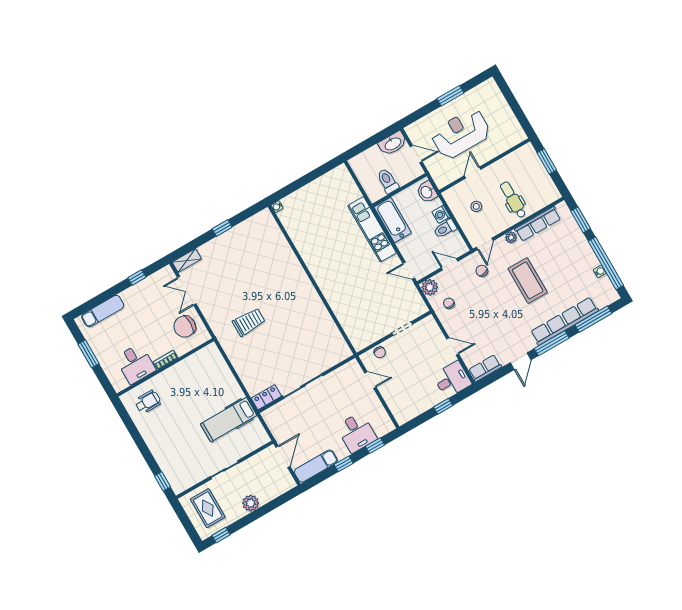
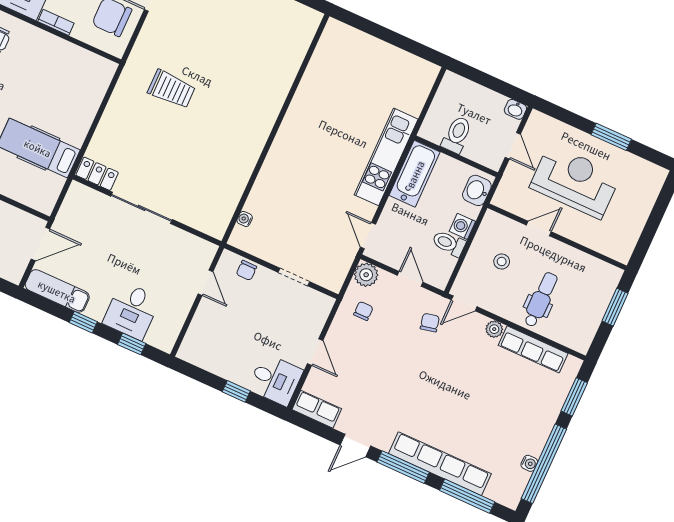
washbasin: (393, 144) -> (515, 109), width x0.52, depth x0.69
water cooler: (277, 207) -> (245, 219), moved
coffee table: (528, 280) -> (457, 385), removed

